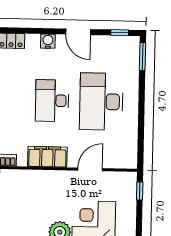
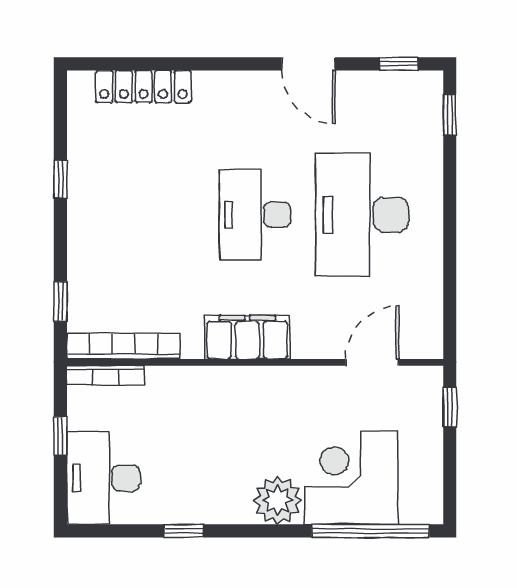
water cooler: (48, 41) -> (243, 86), removed
window: (143, 57) -> (450, 115), width x0.67
door: (90, 169) -> (372, 362), moved

